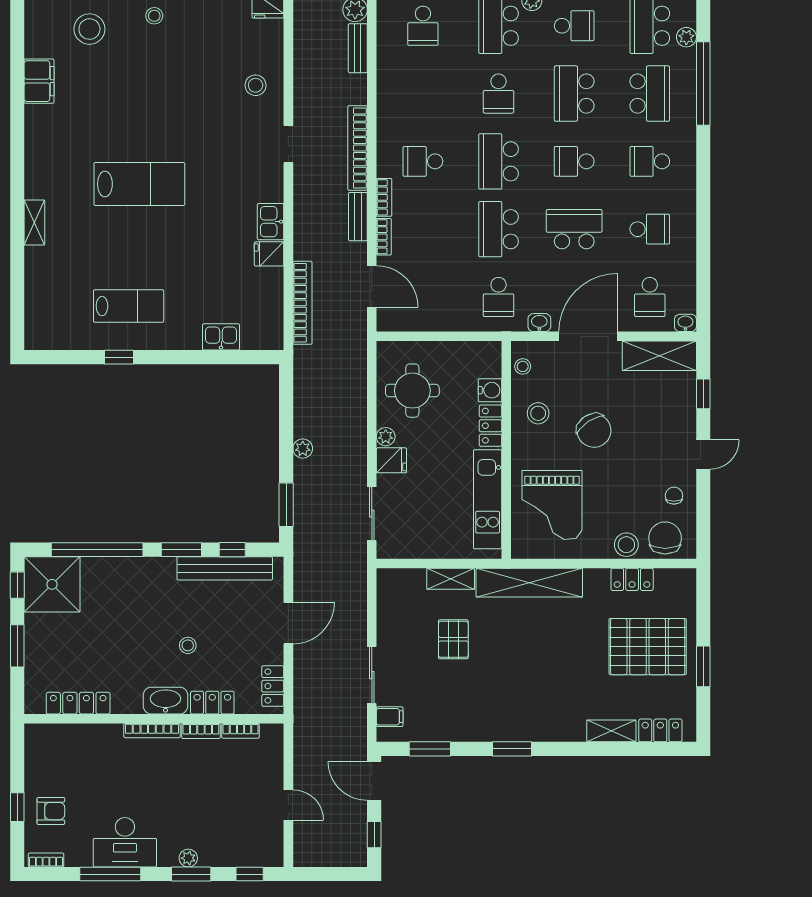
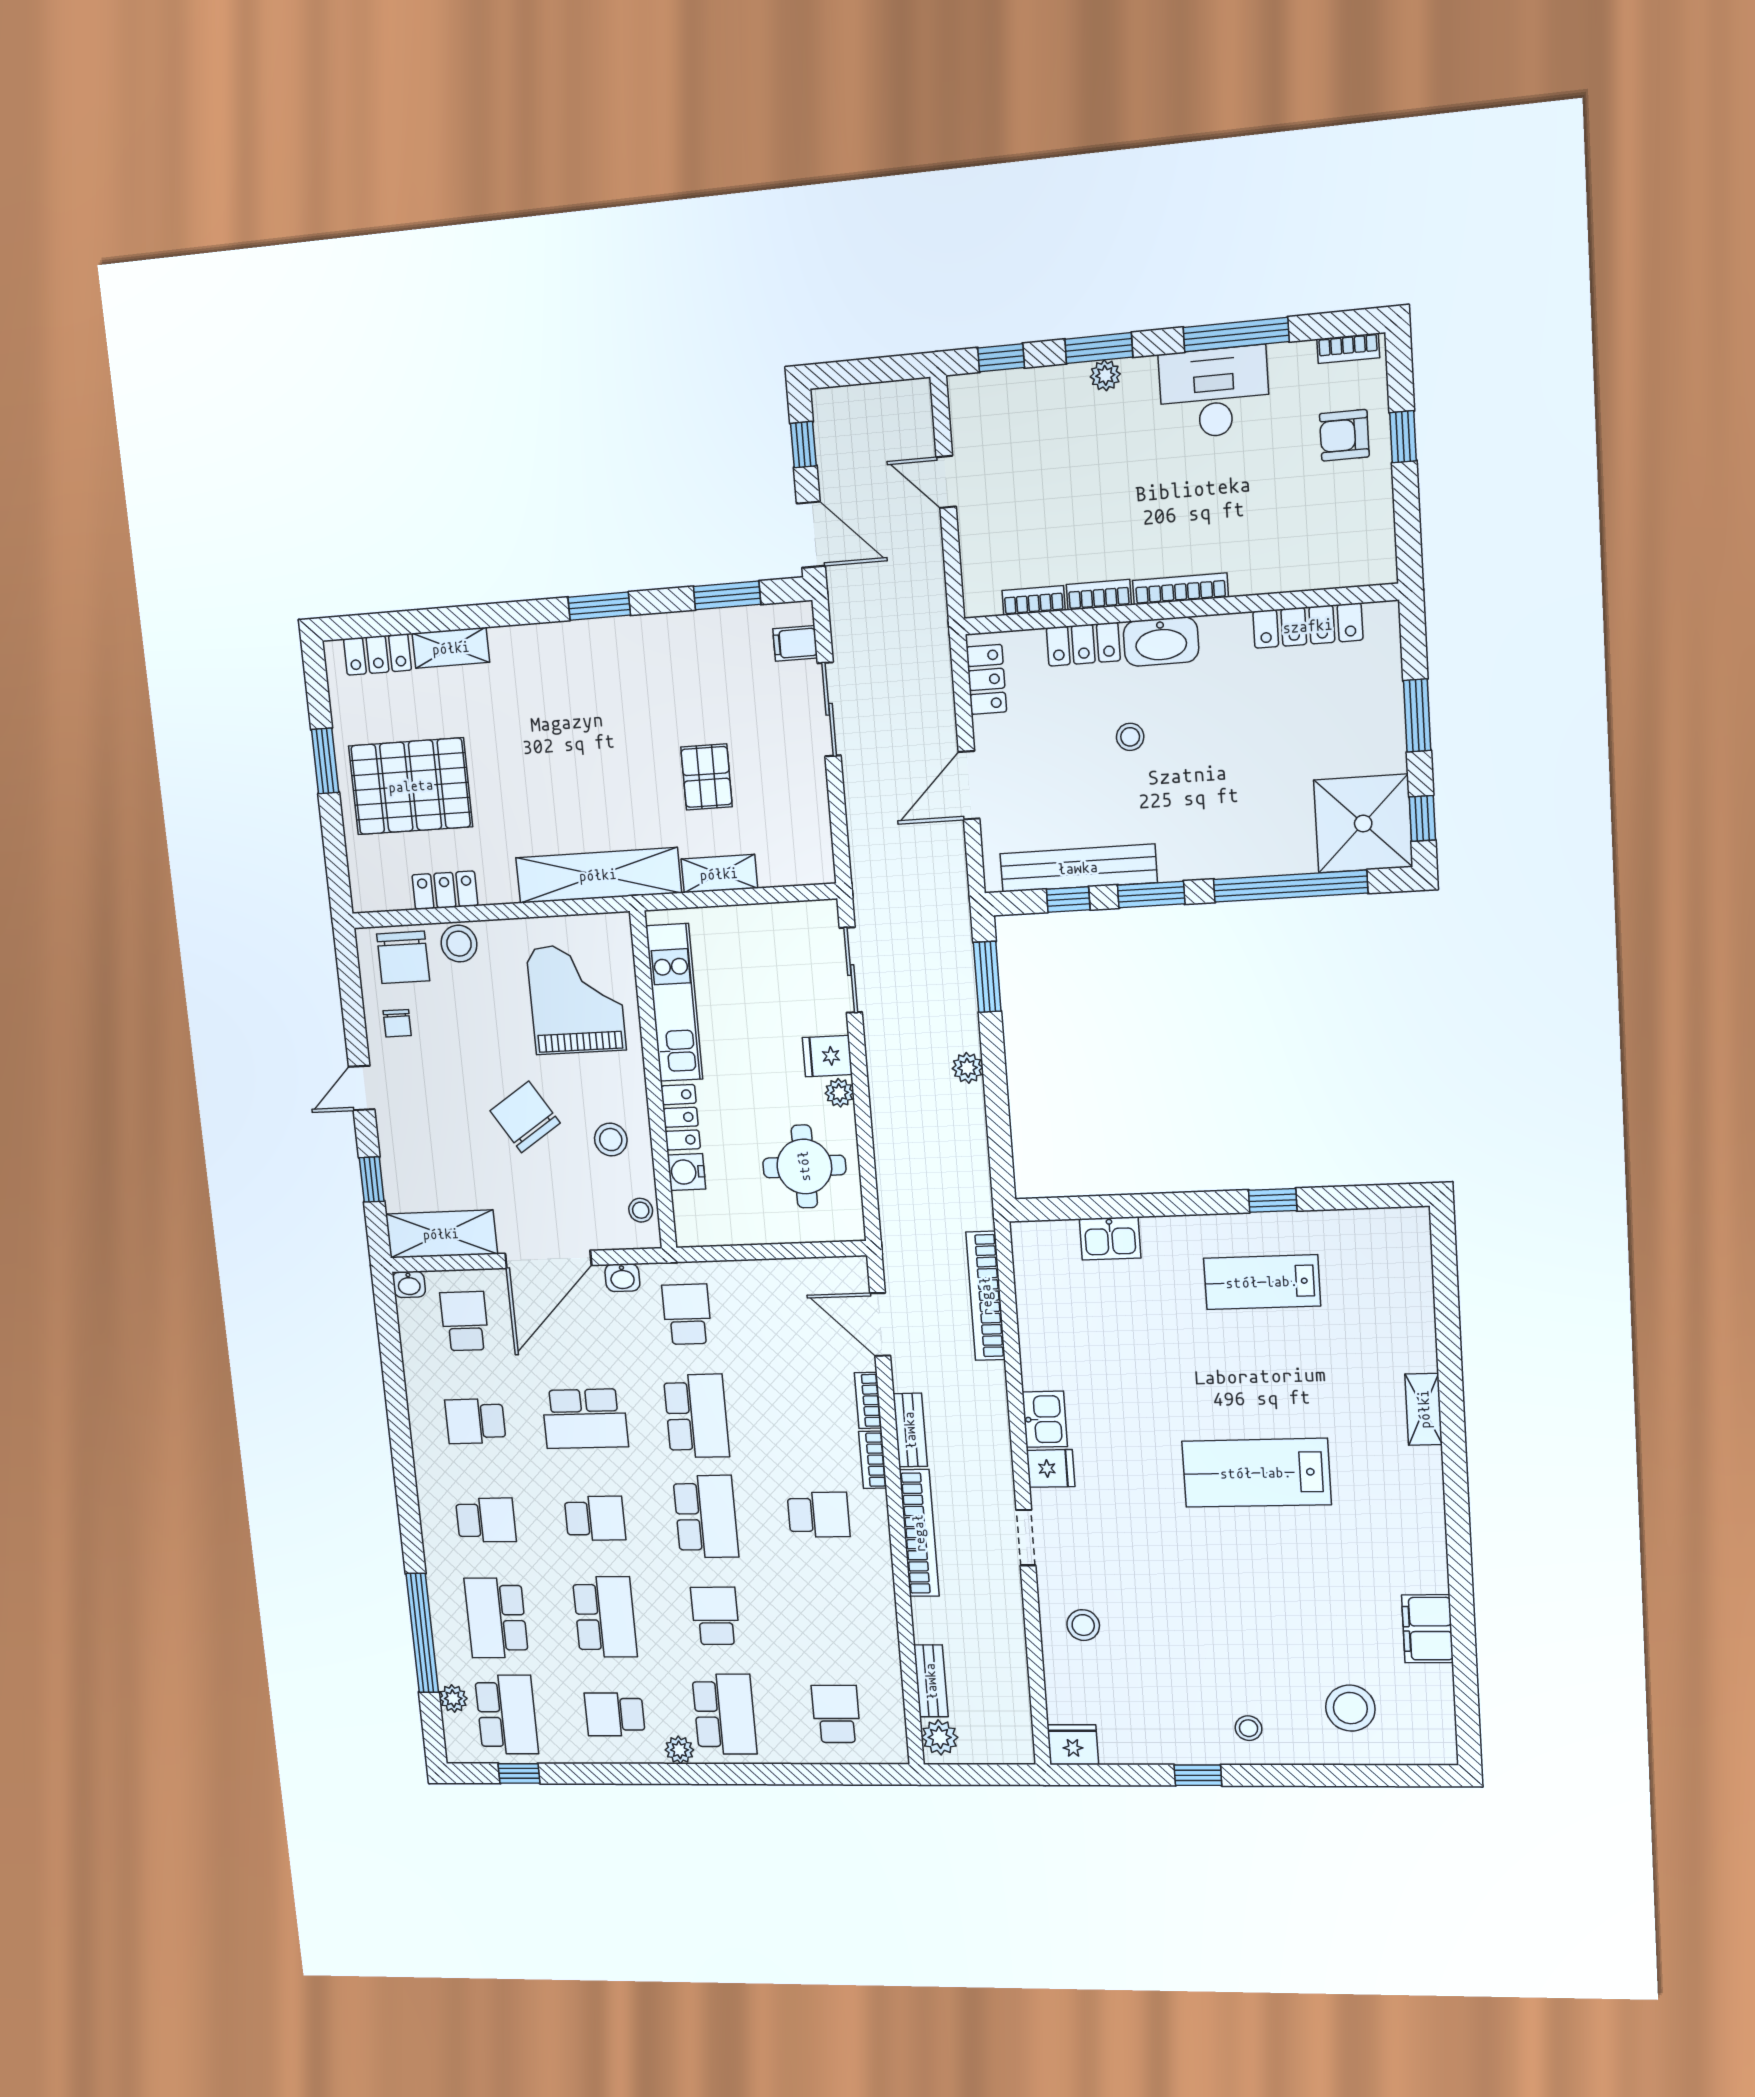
fridge: (269, 254) -> (1051, 1468), moved

